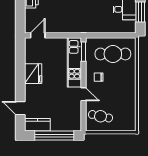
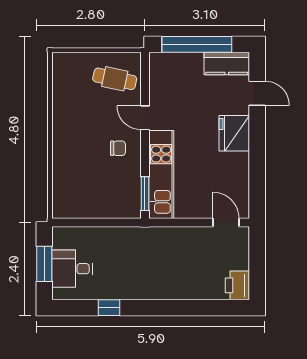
door: (38, 35) -> (226, 223), swing flipped
cafe table: (113, 54) -> (93, 189), removed
fridge: (33, 74) -> (234, 133), moved

